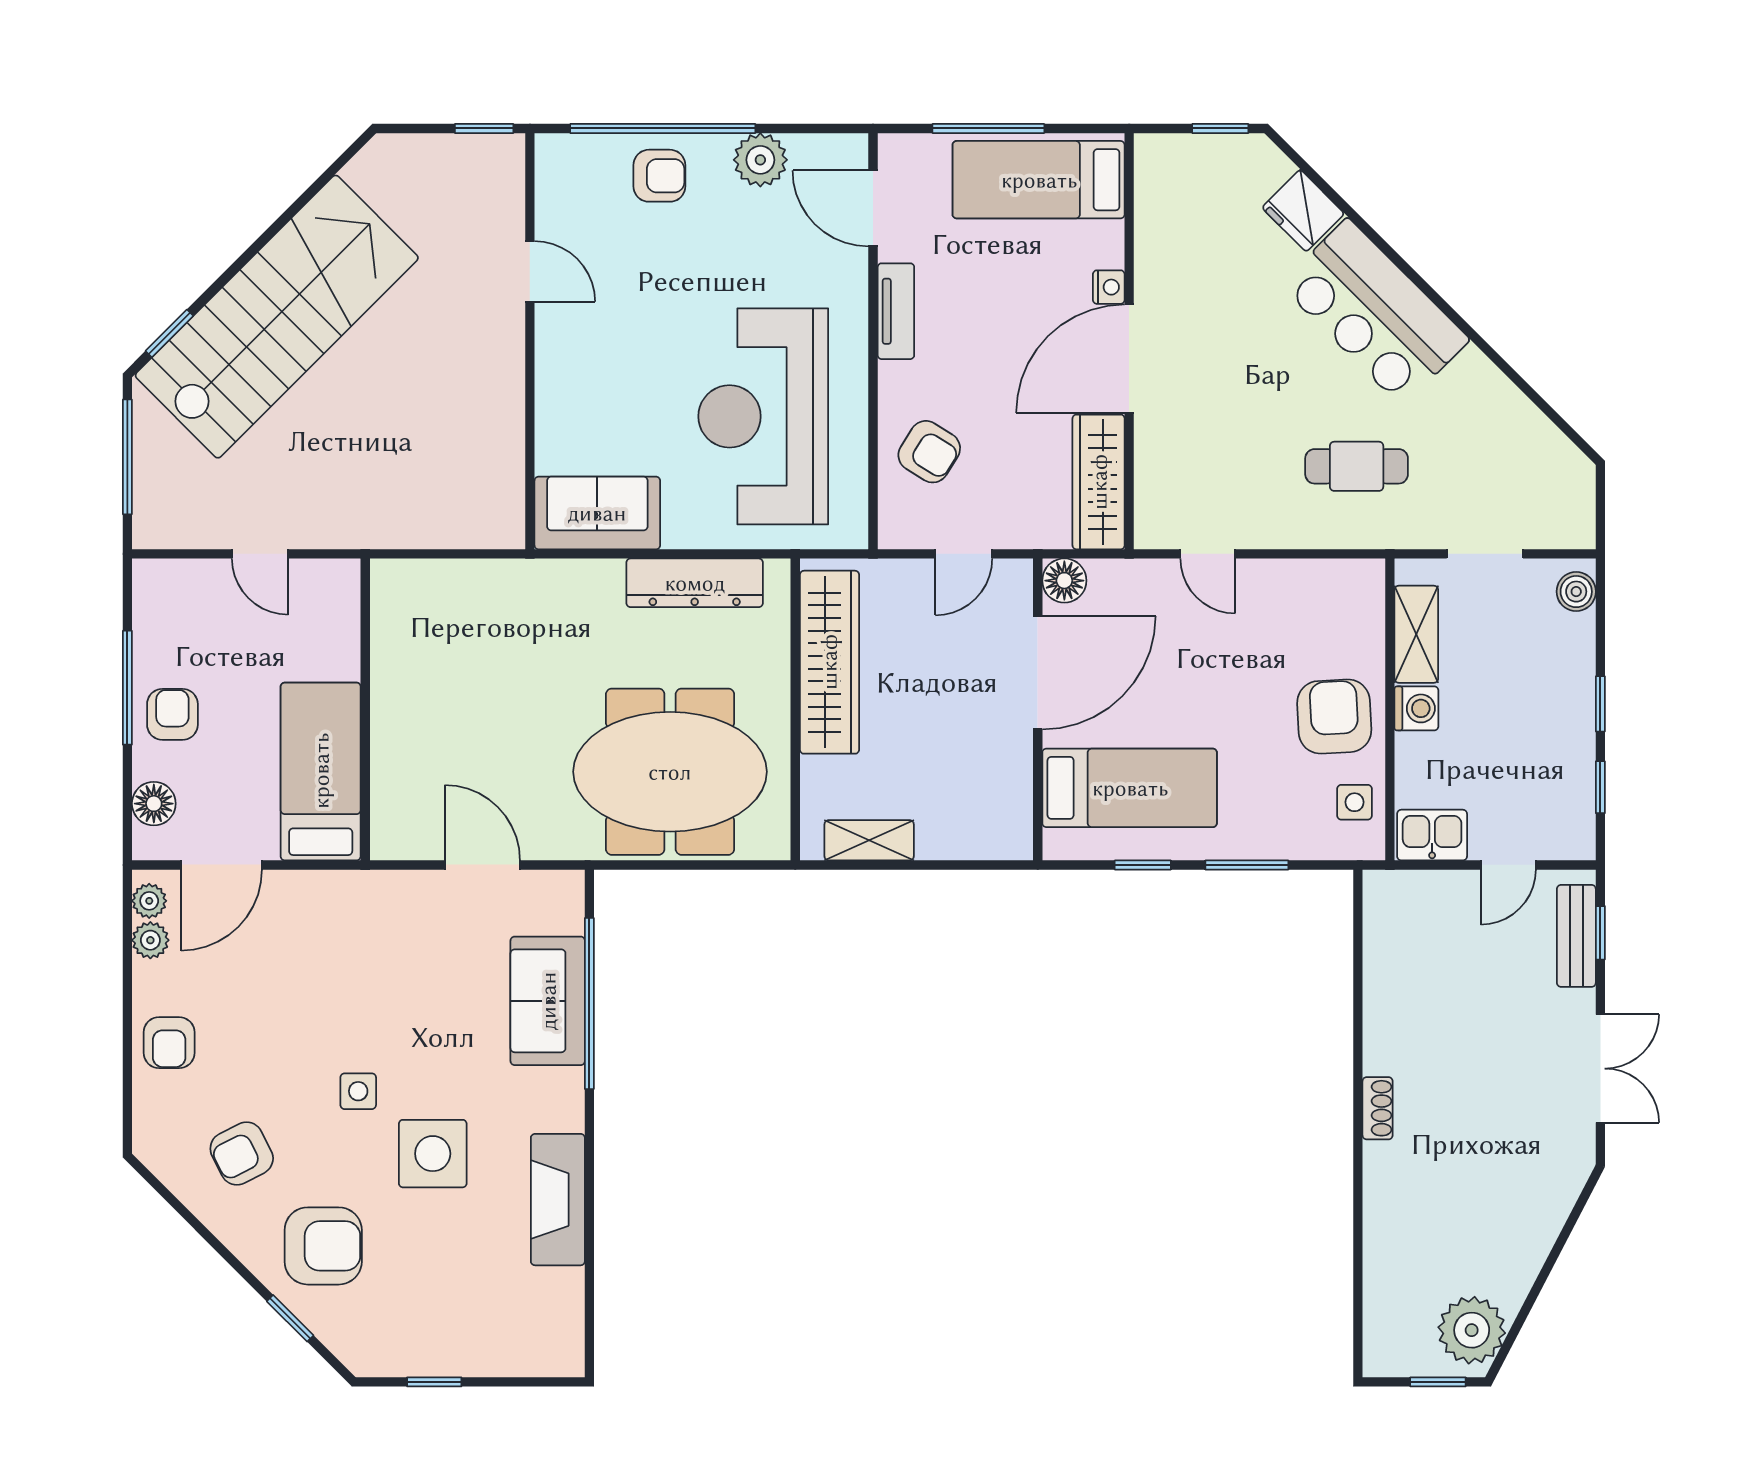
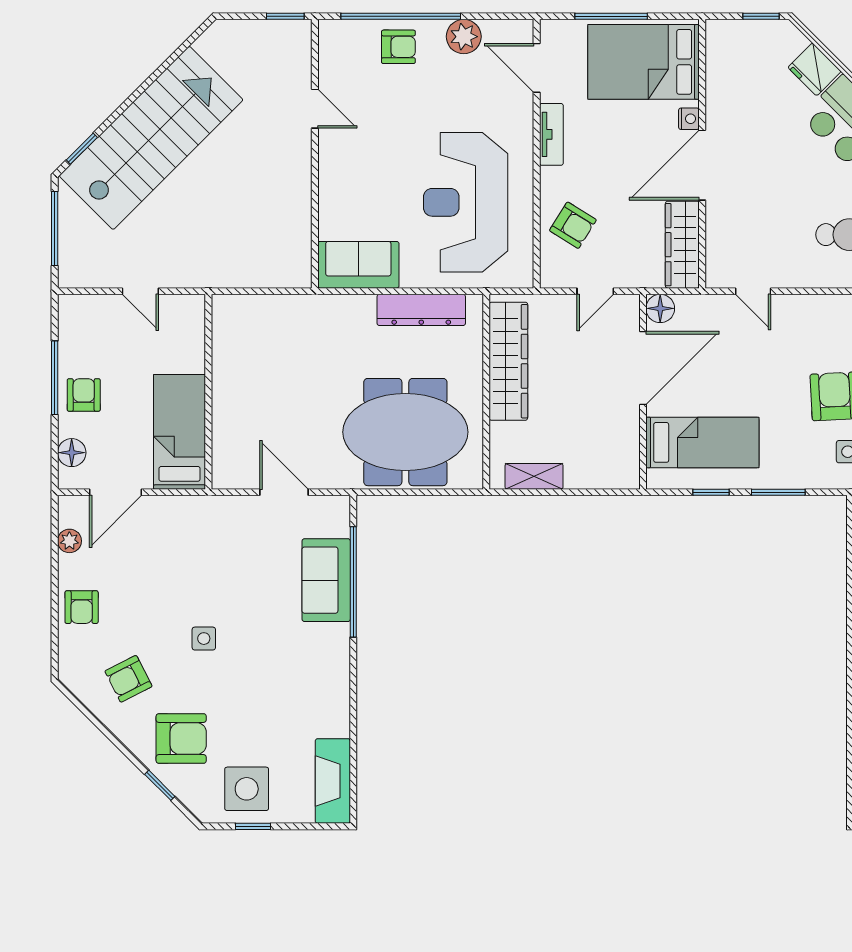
bed: (1039, 180) -> (644, 62), width x1.50
plant: (149, 901) -> (69, 515), removed
side table: (433, 1154) -> (247, 789), moved
fireplace: (558, 1200) -> (333, 781), moved

